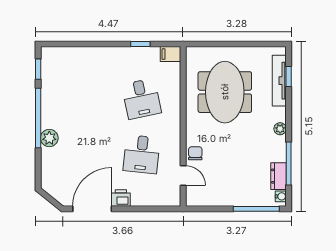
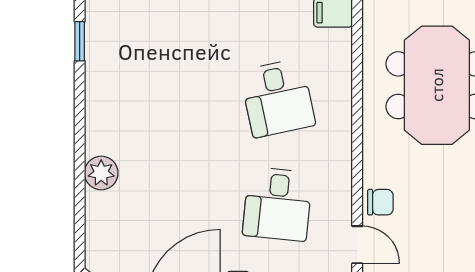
window: (38, 118) -> (80, 135), removed
chair: (195, 153) -> (380, 202), turned 90

